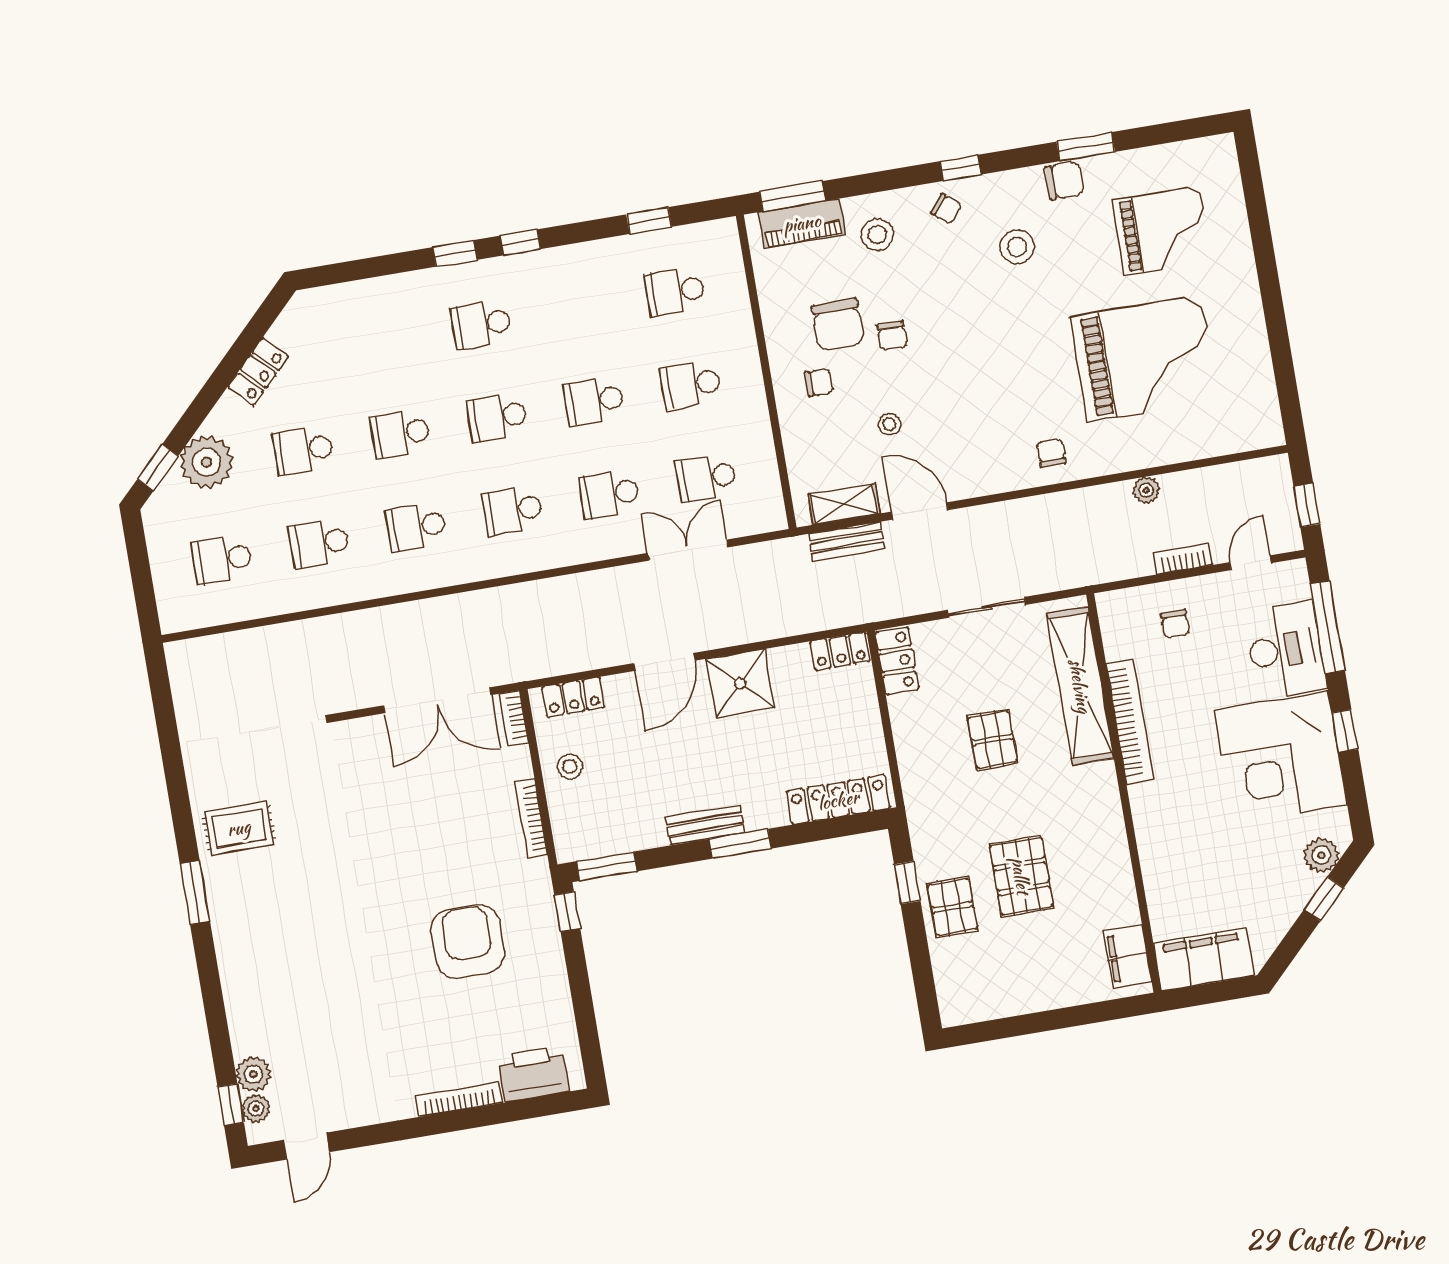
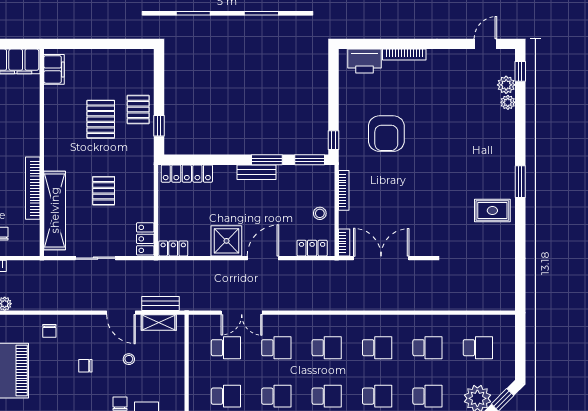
chair: (819, 382) -> (85, 366), moved
window: (740, 844) -> (267, 160), moved
plant: (256, 1108) -> (508, 102), moved

